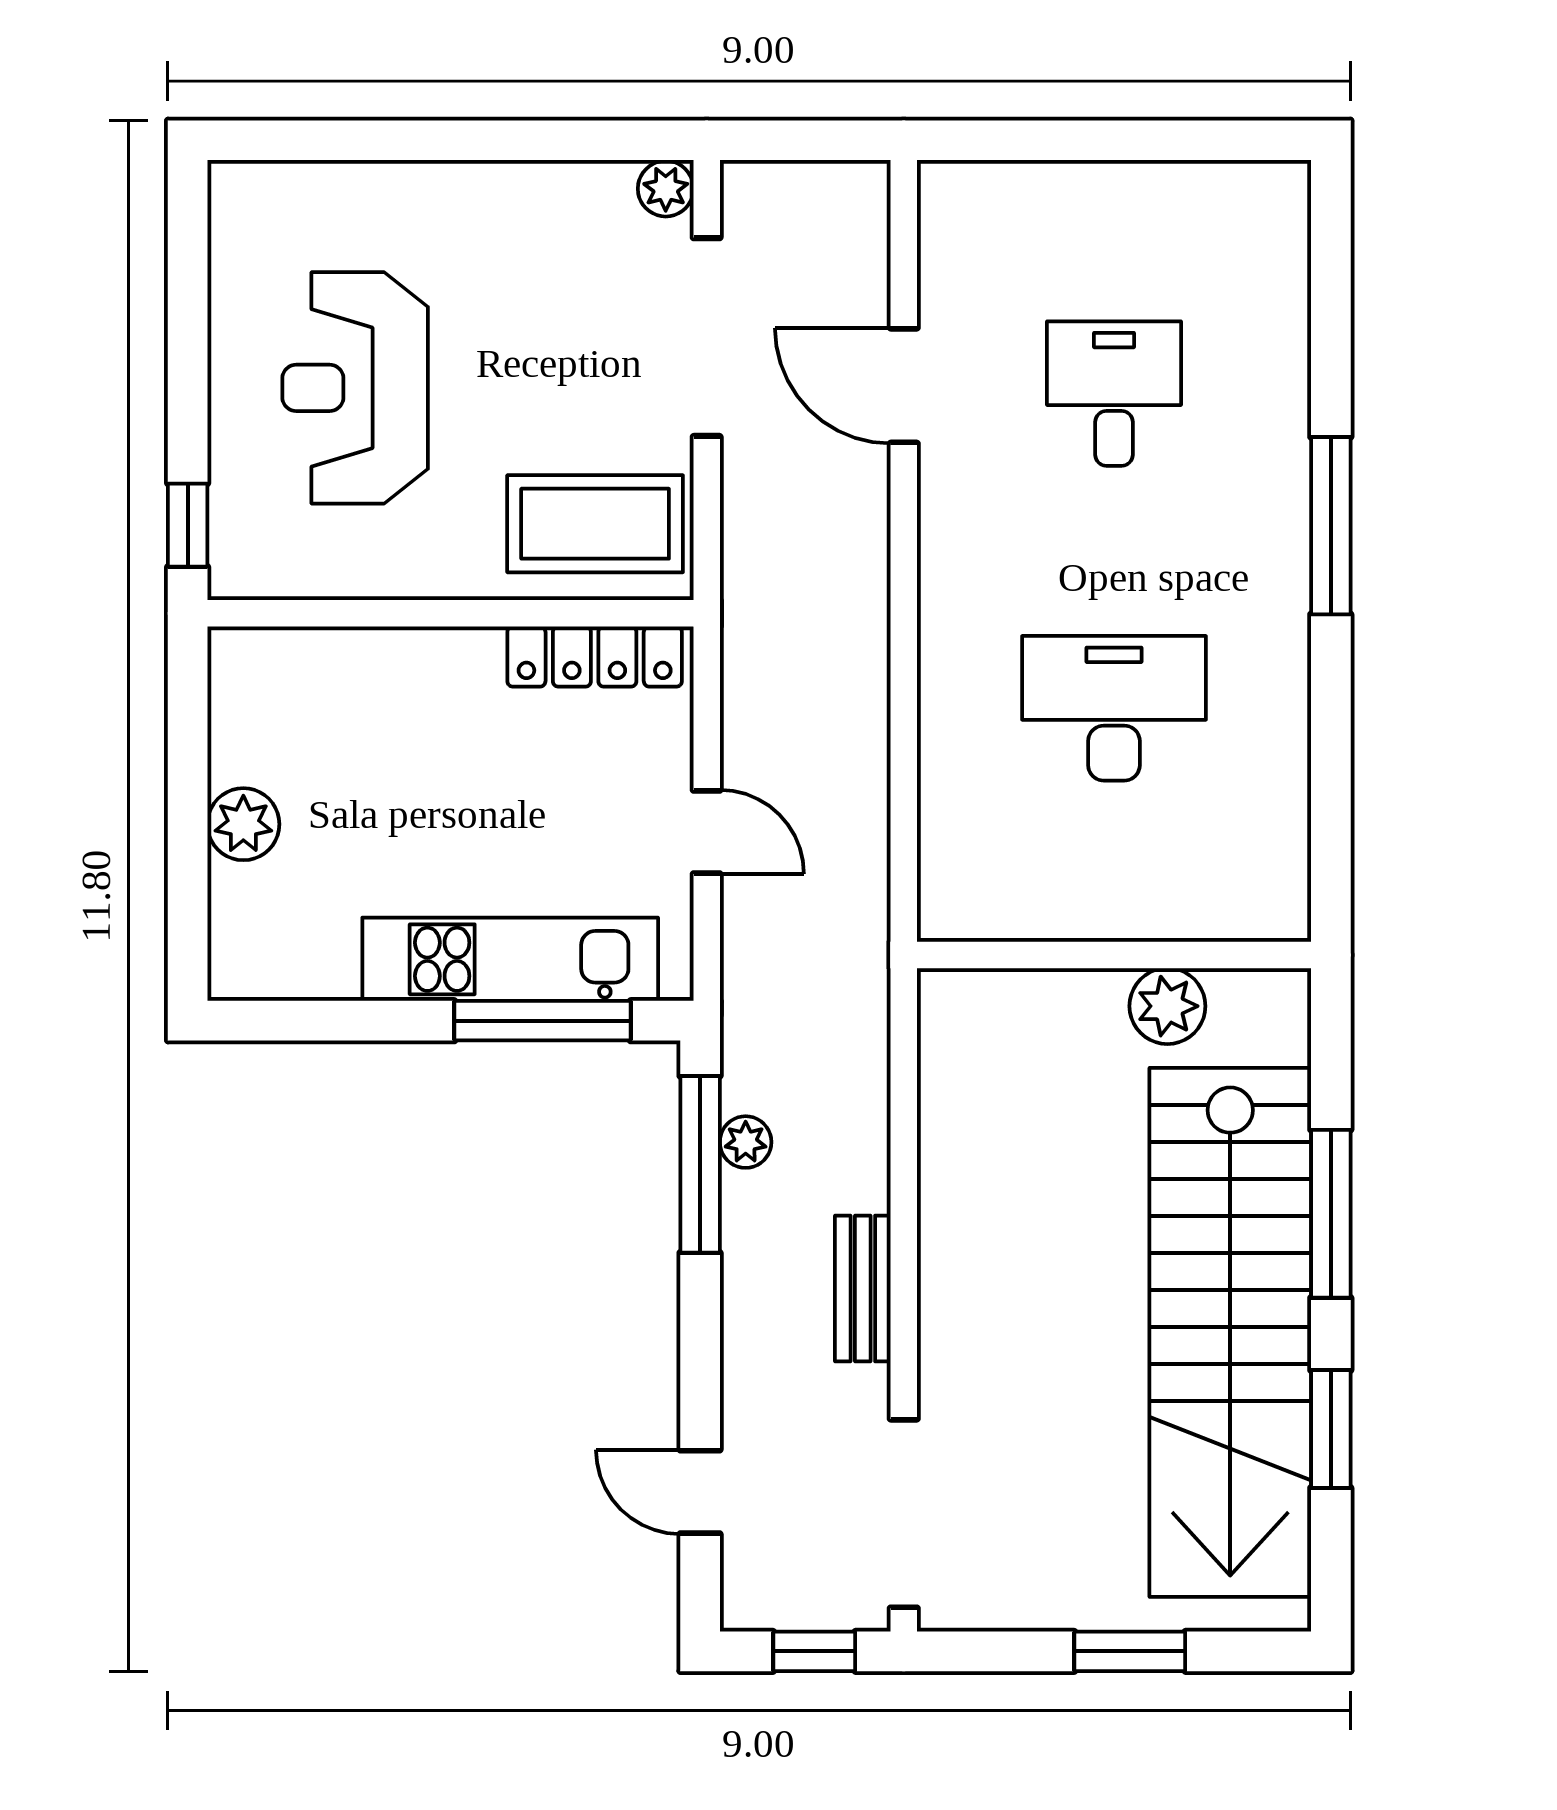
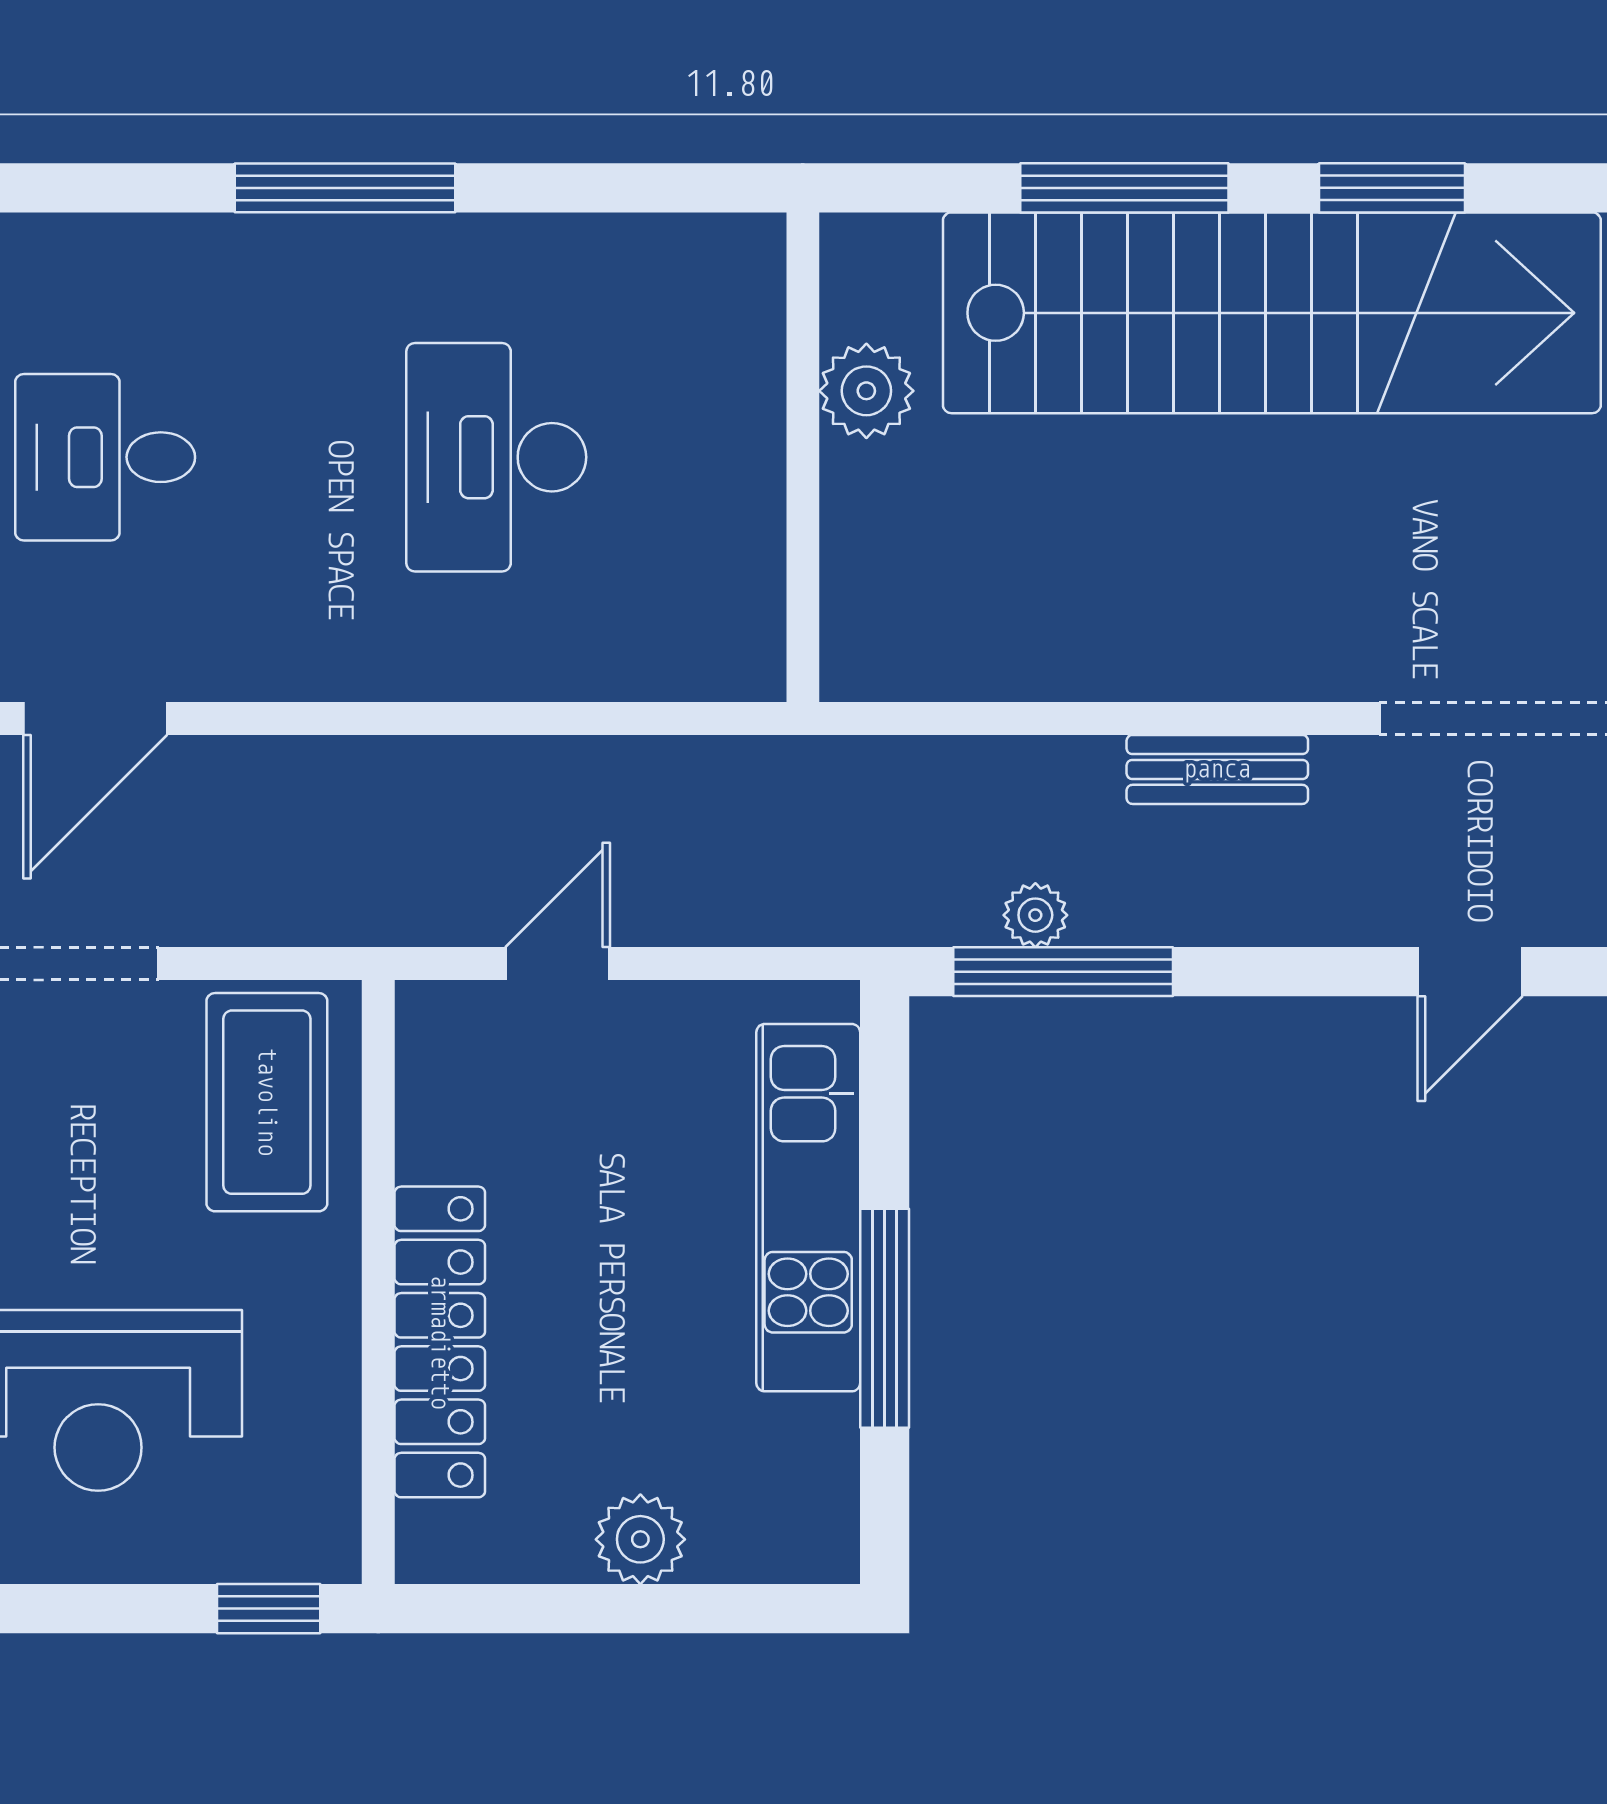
window: (1331, 526) -> (345, 188), moved
locker: (595, 657) -> (440, 1342), moved, width x1.41, depth x1.21
door: (707, 832) -> (558, 963), moved
window: (543, 1021) -> (885, 1318), moved

